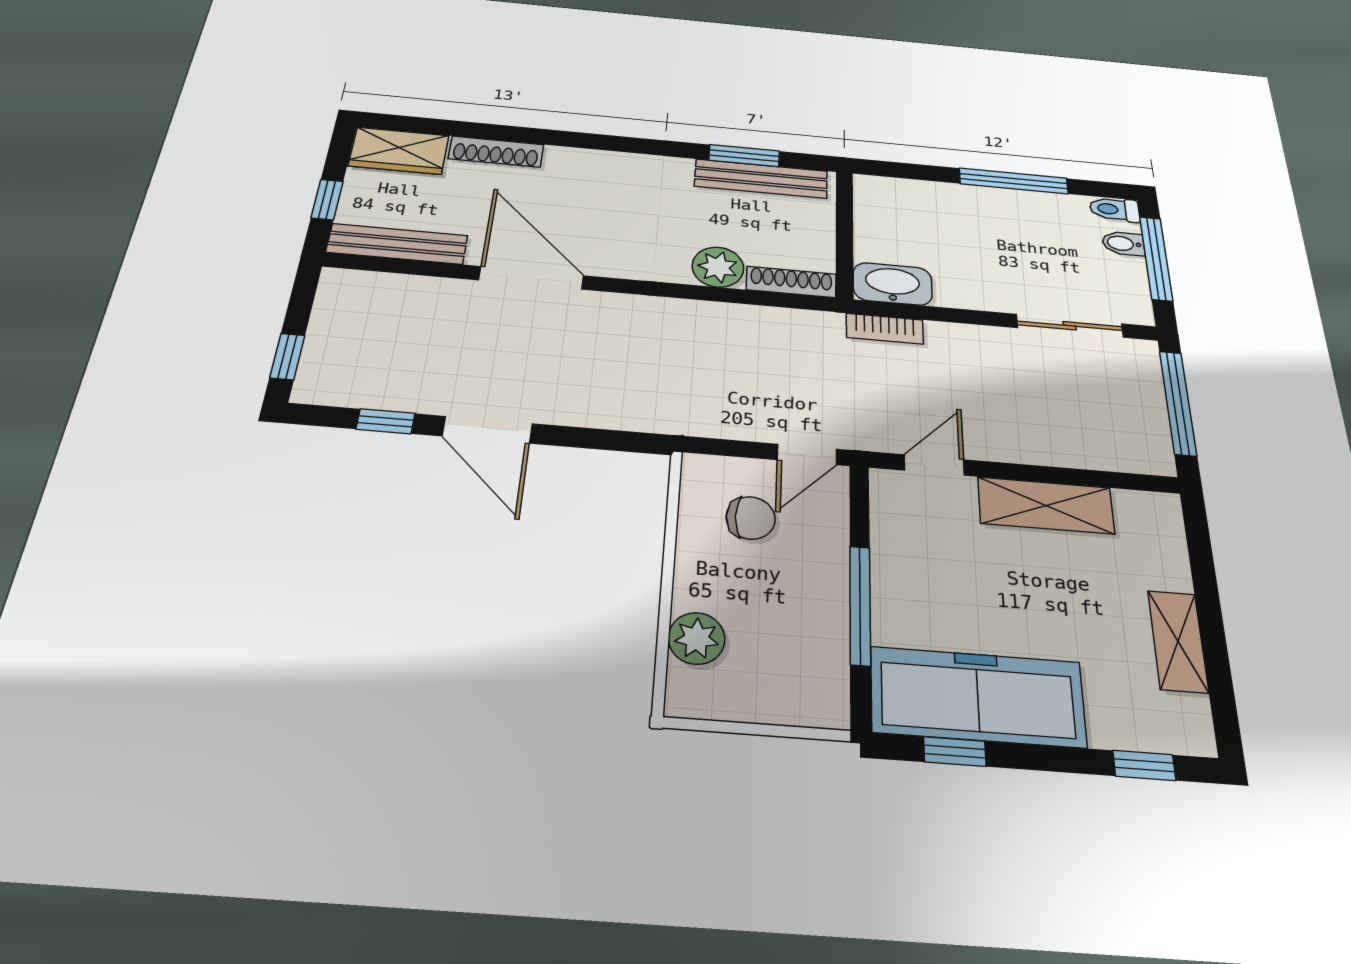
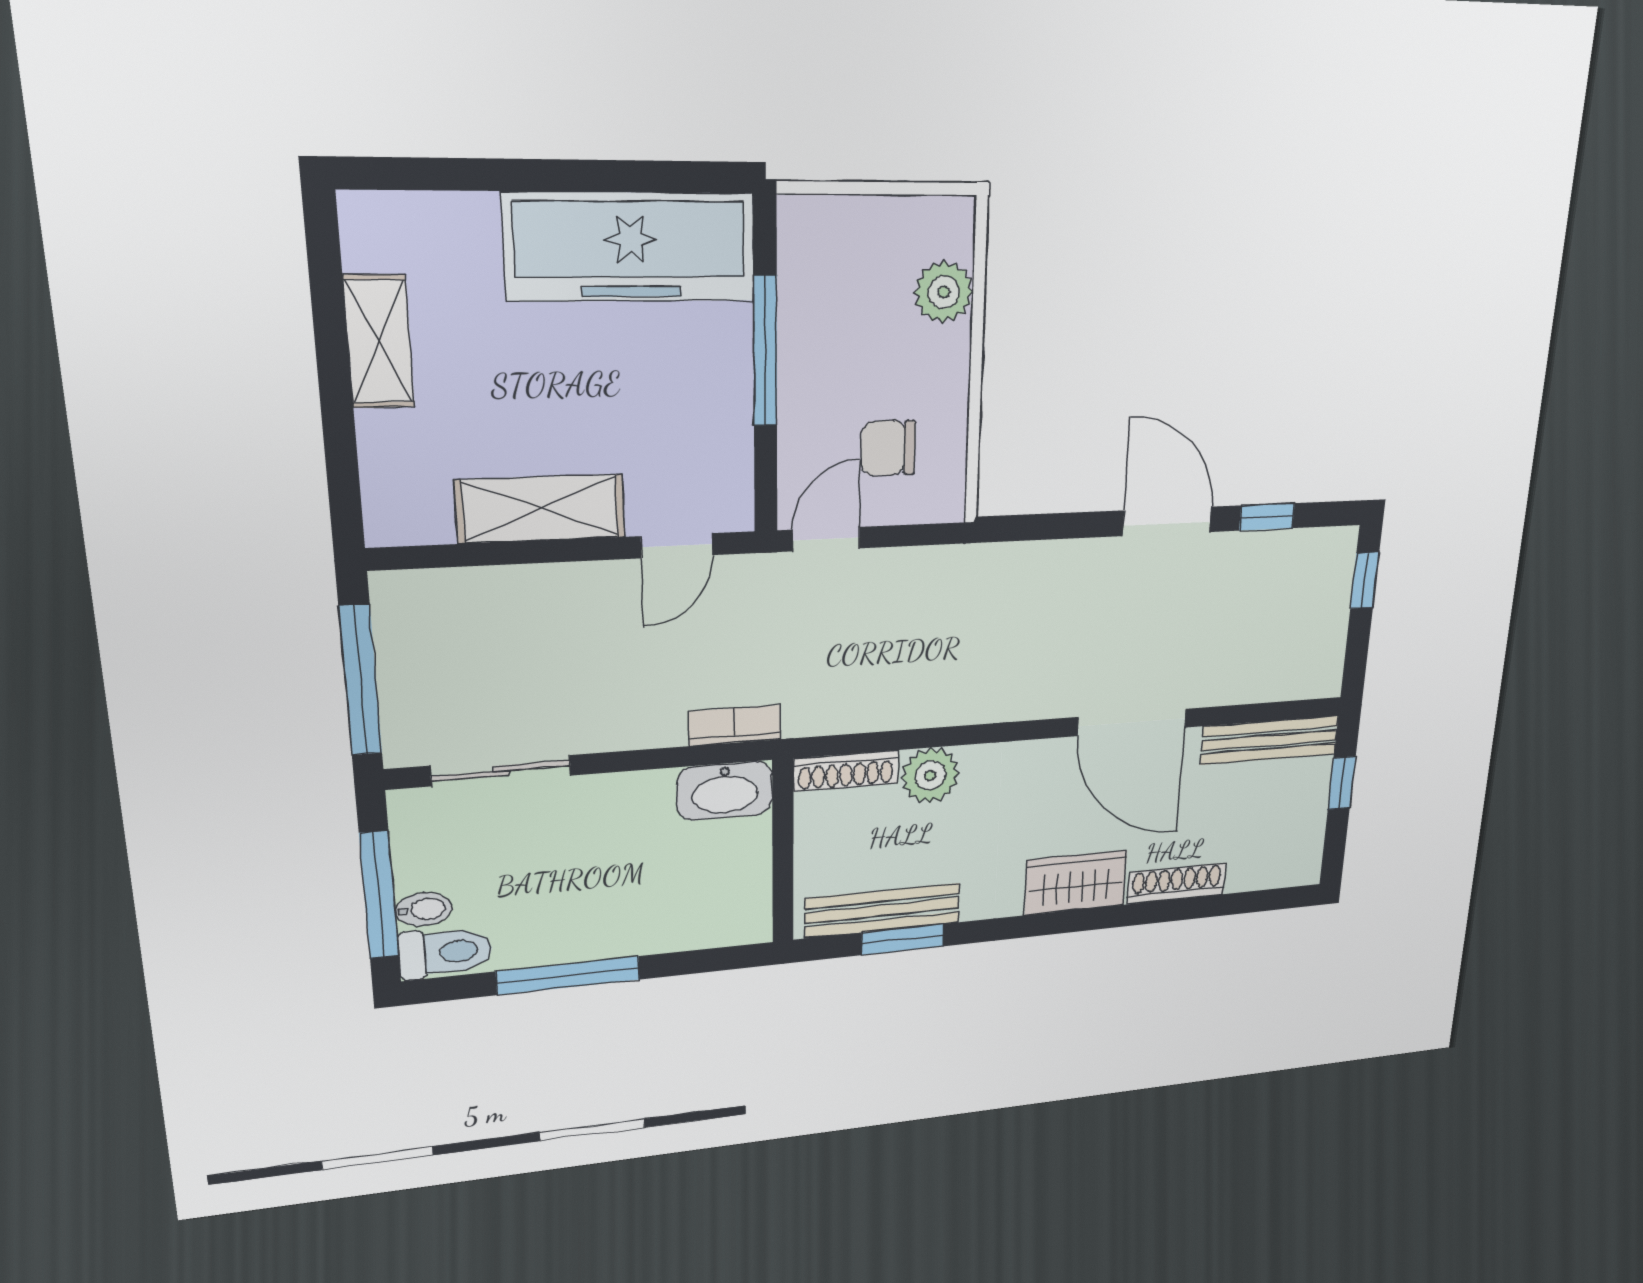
wardrobe: (399, 151) -> (1076, 883), moved
toilet: (1115, 209) -> (446, 952), width x1.37, depth x1.39
window: (955, 752) -> (659, 177), removed
window: (1144, 765) -> (431, 174), removed

